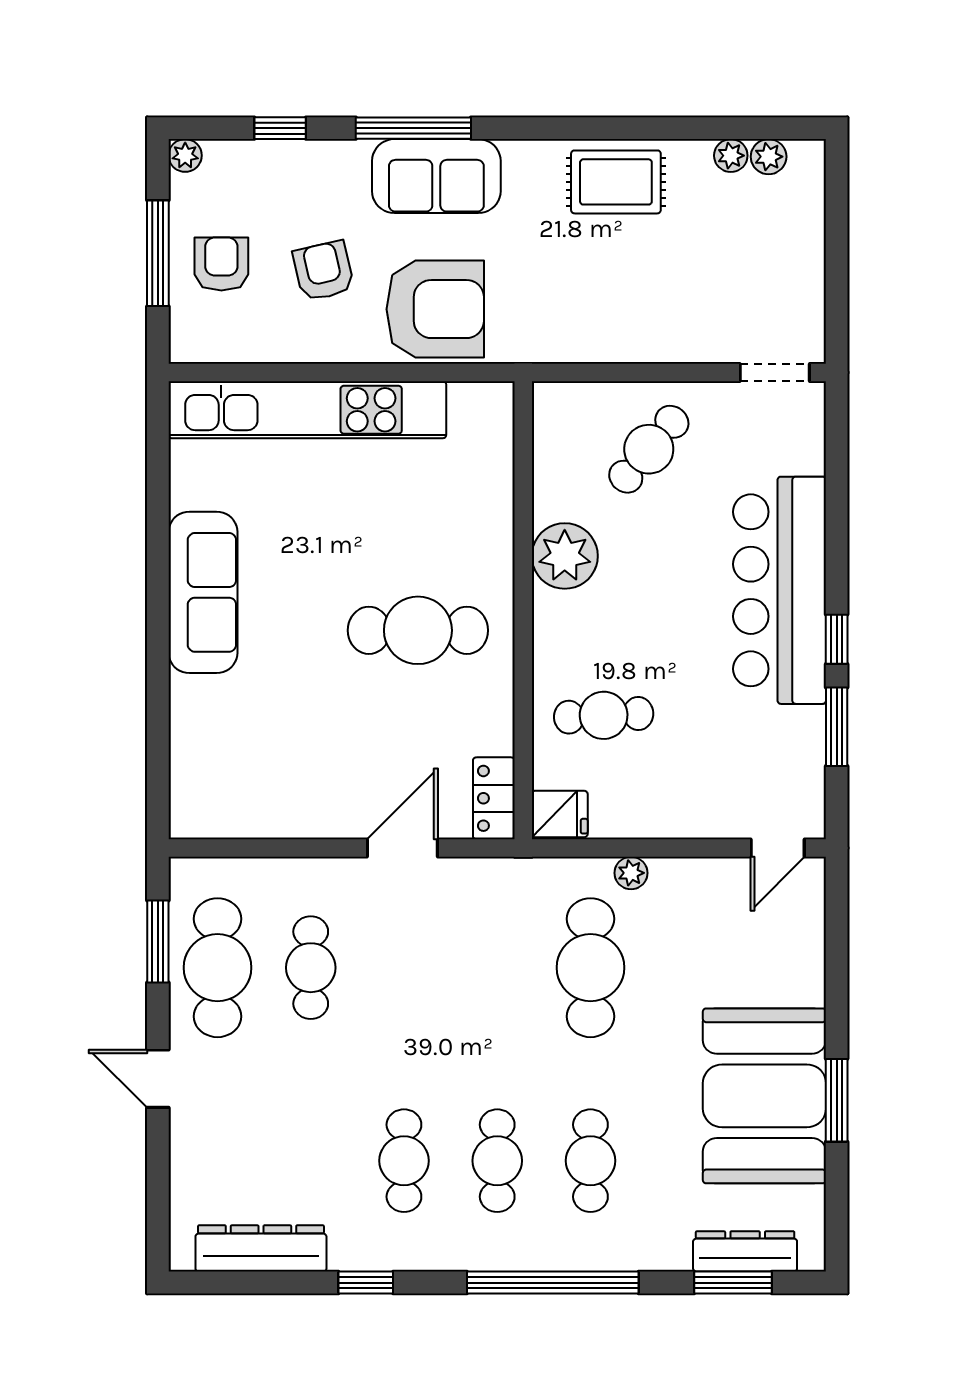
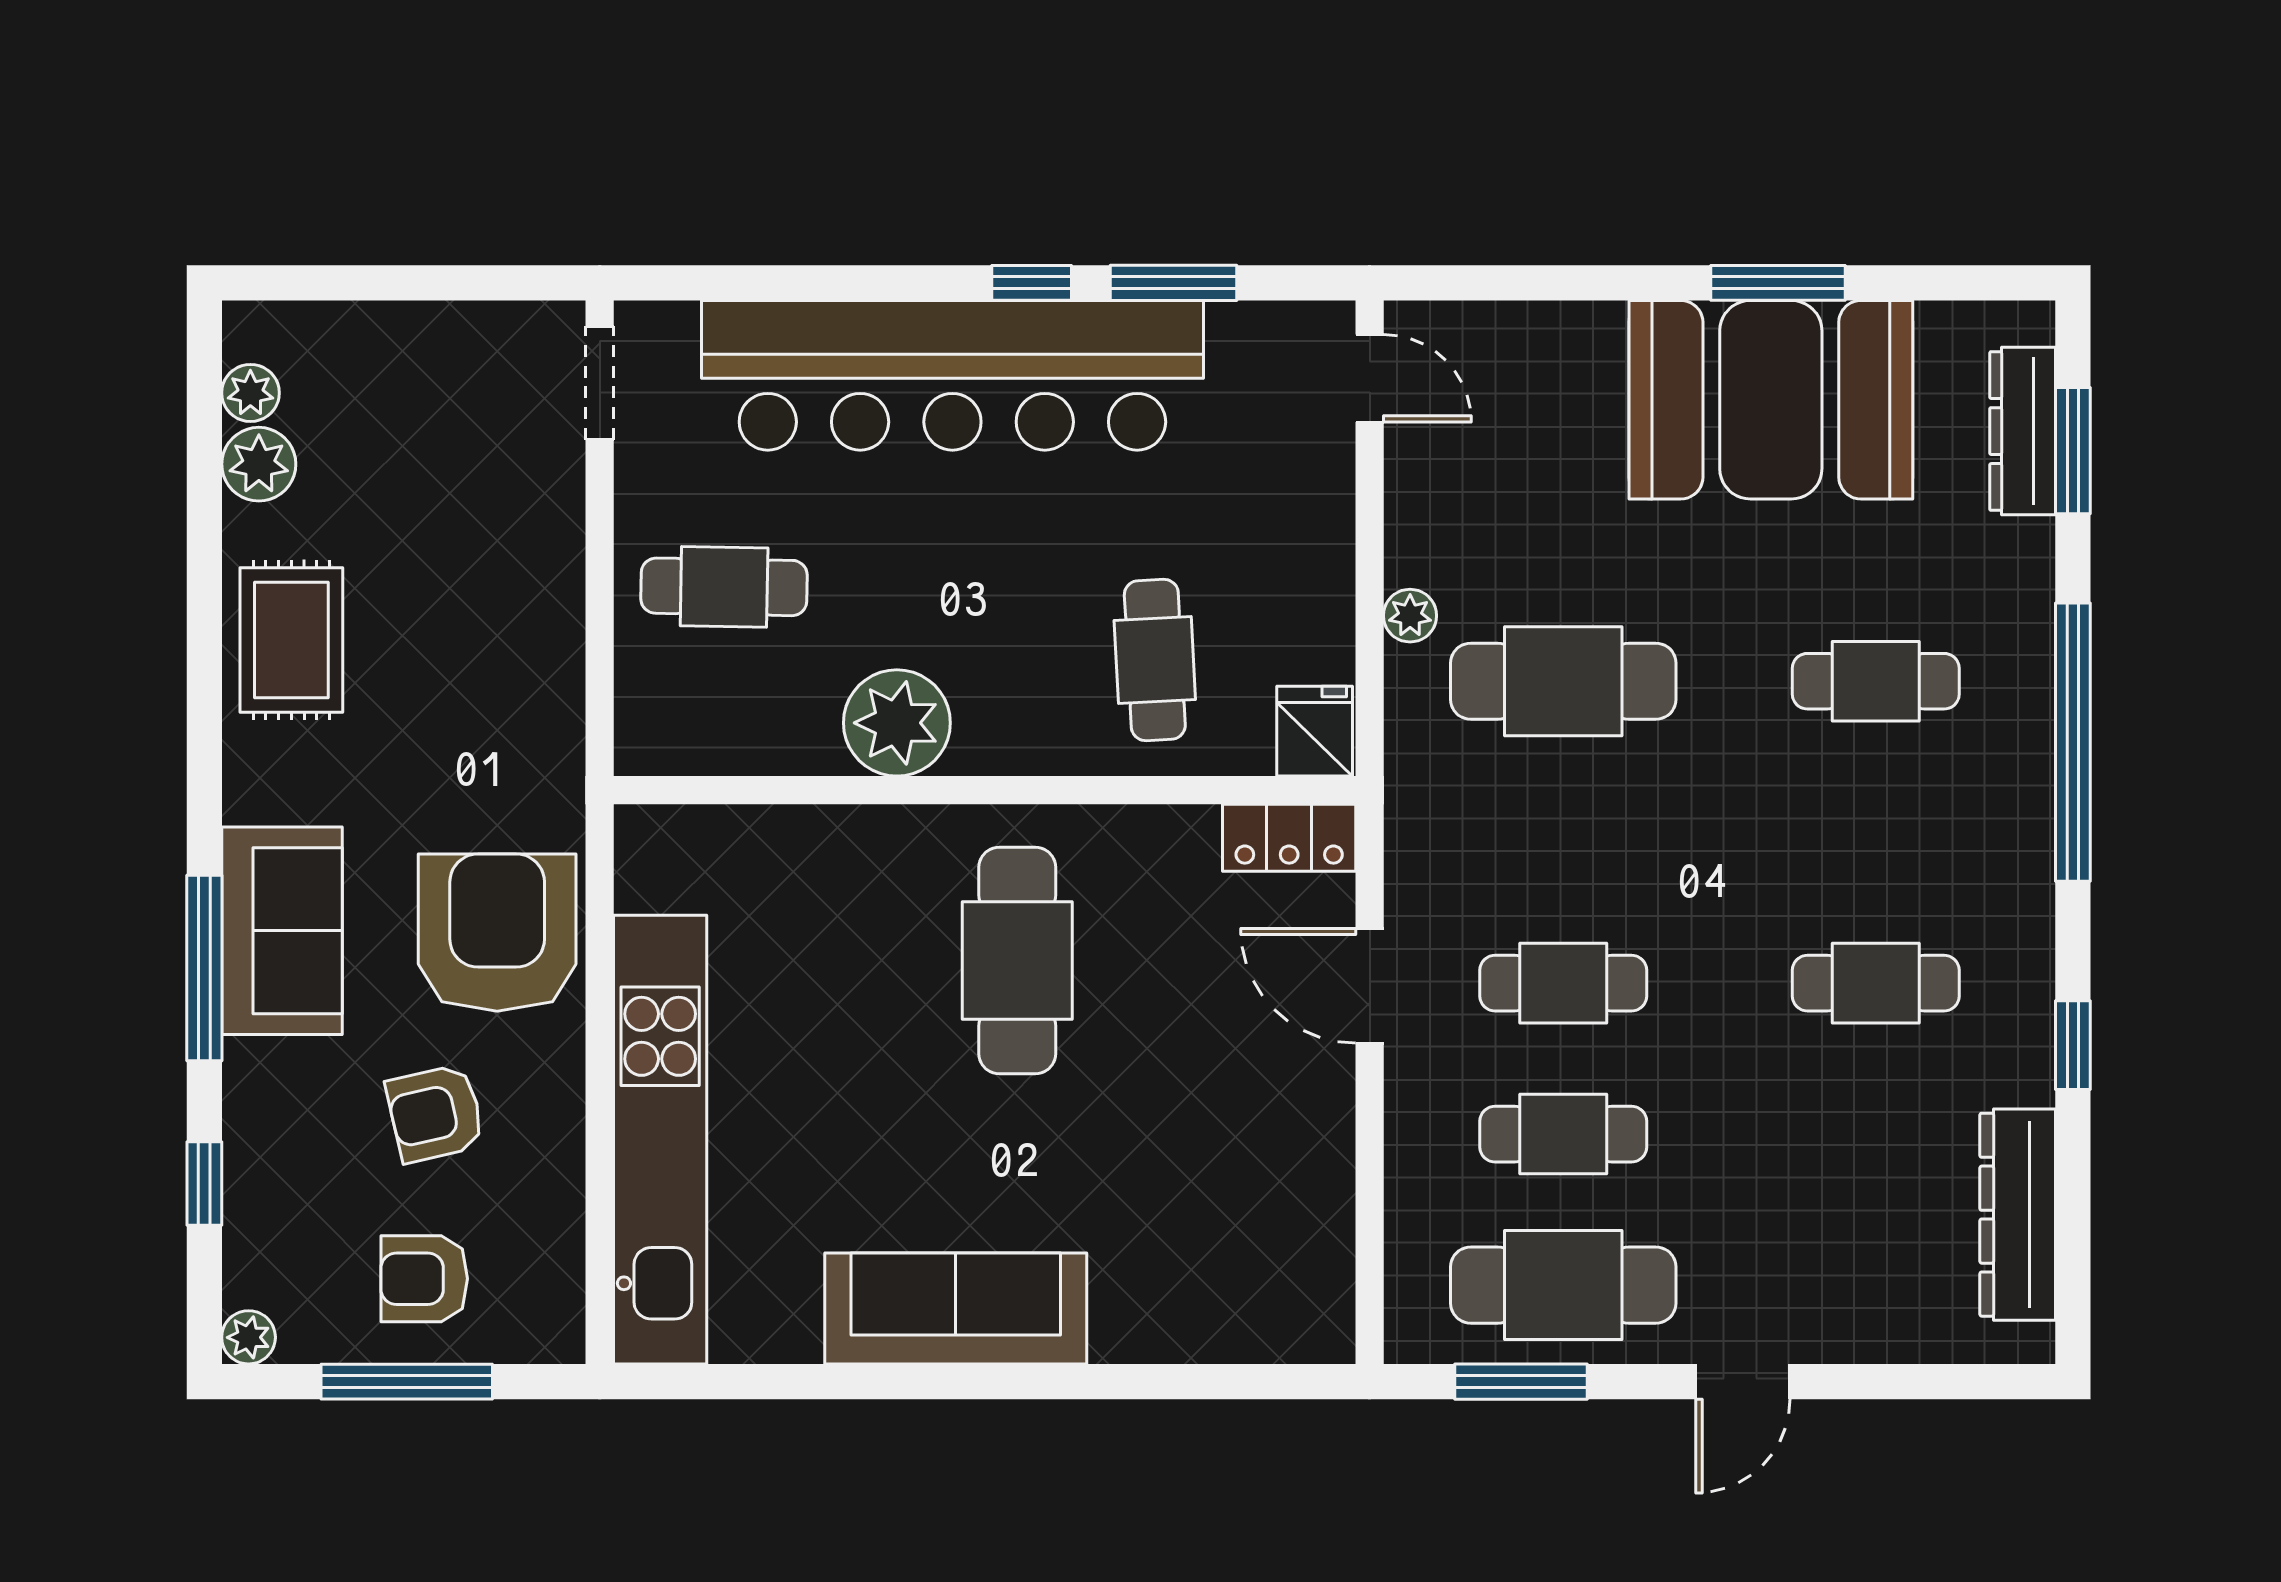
plant: (731, 156) -> (259, 464), width x1.38, depth x1.38
cafe table: (649, 449) -> (724, 587), turned -39
bar counter: (779, 590) -> (952, 375), width x1.36
cafe table: (497, 1161) -> (1563, 983), moved

